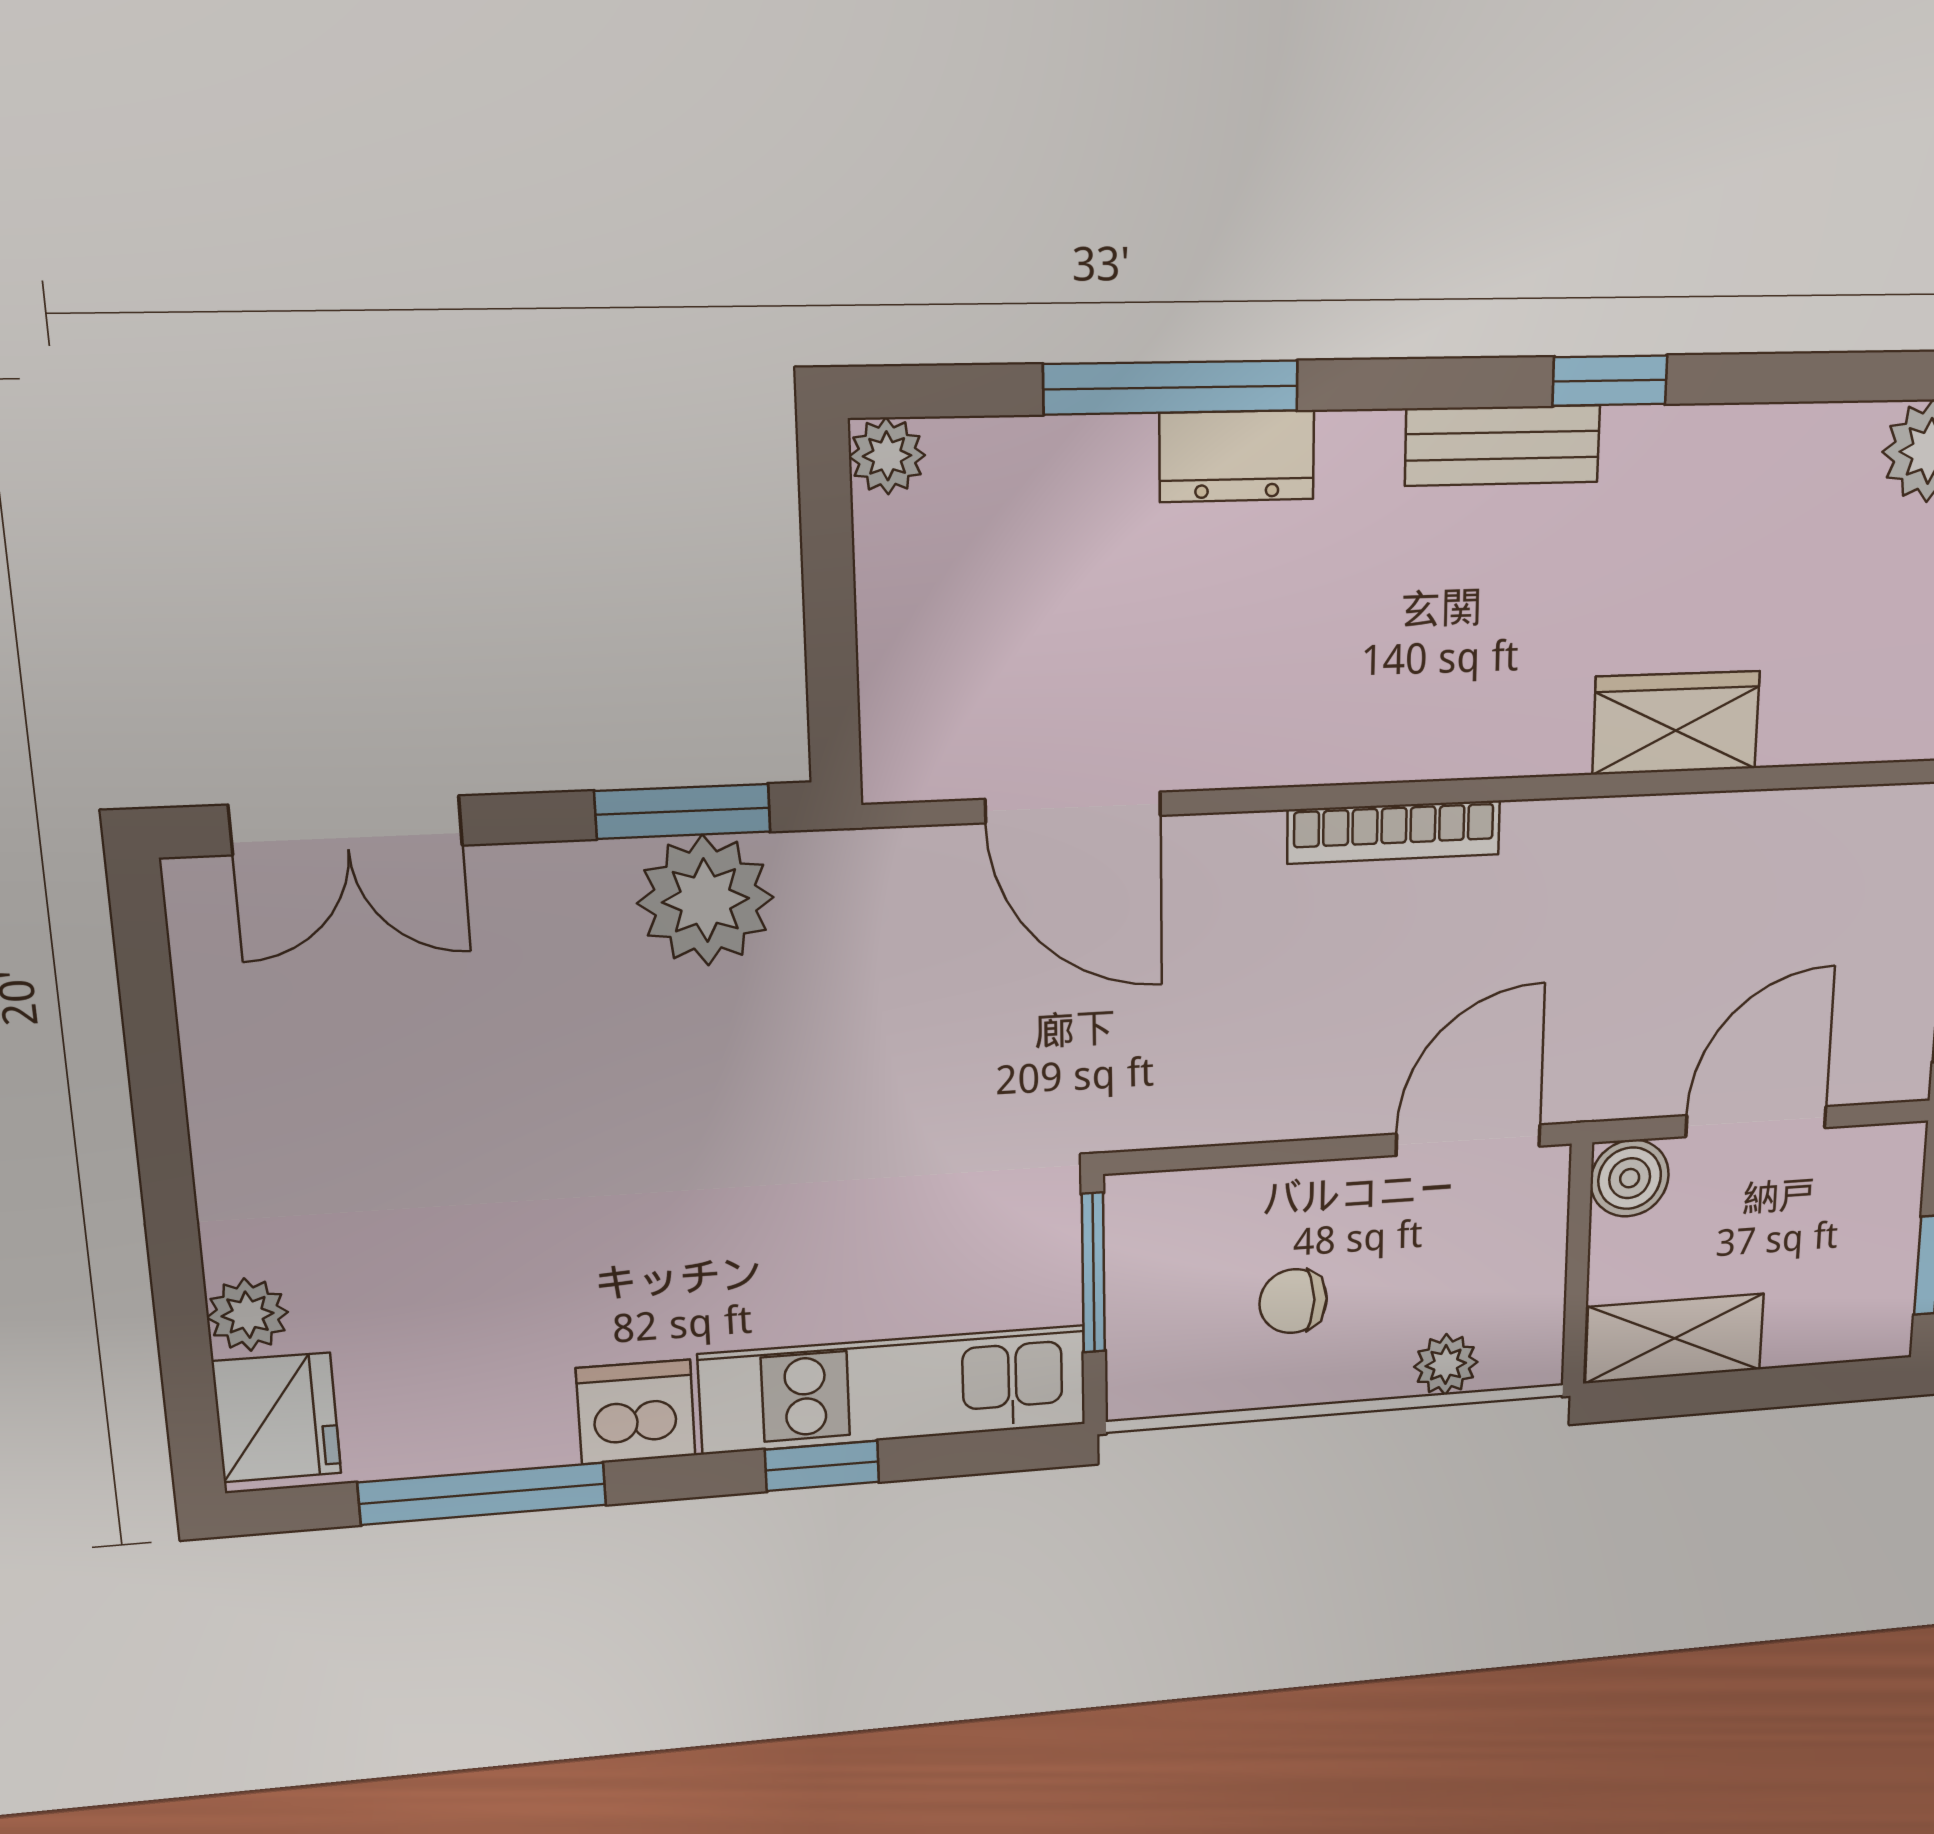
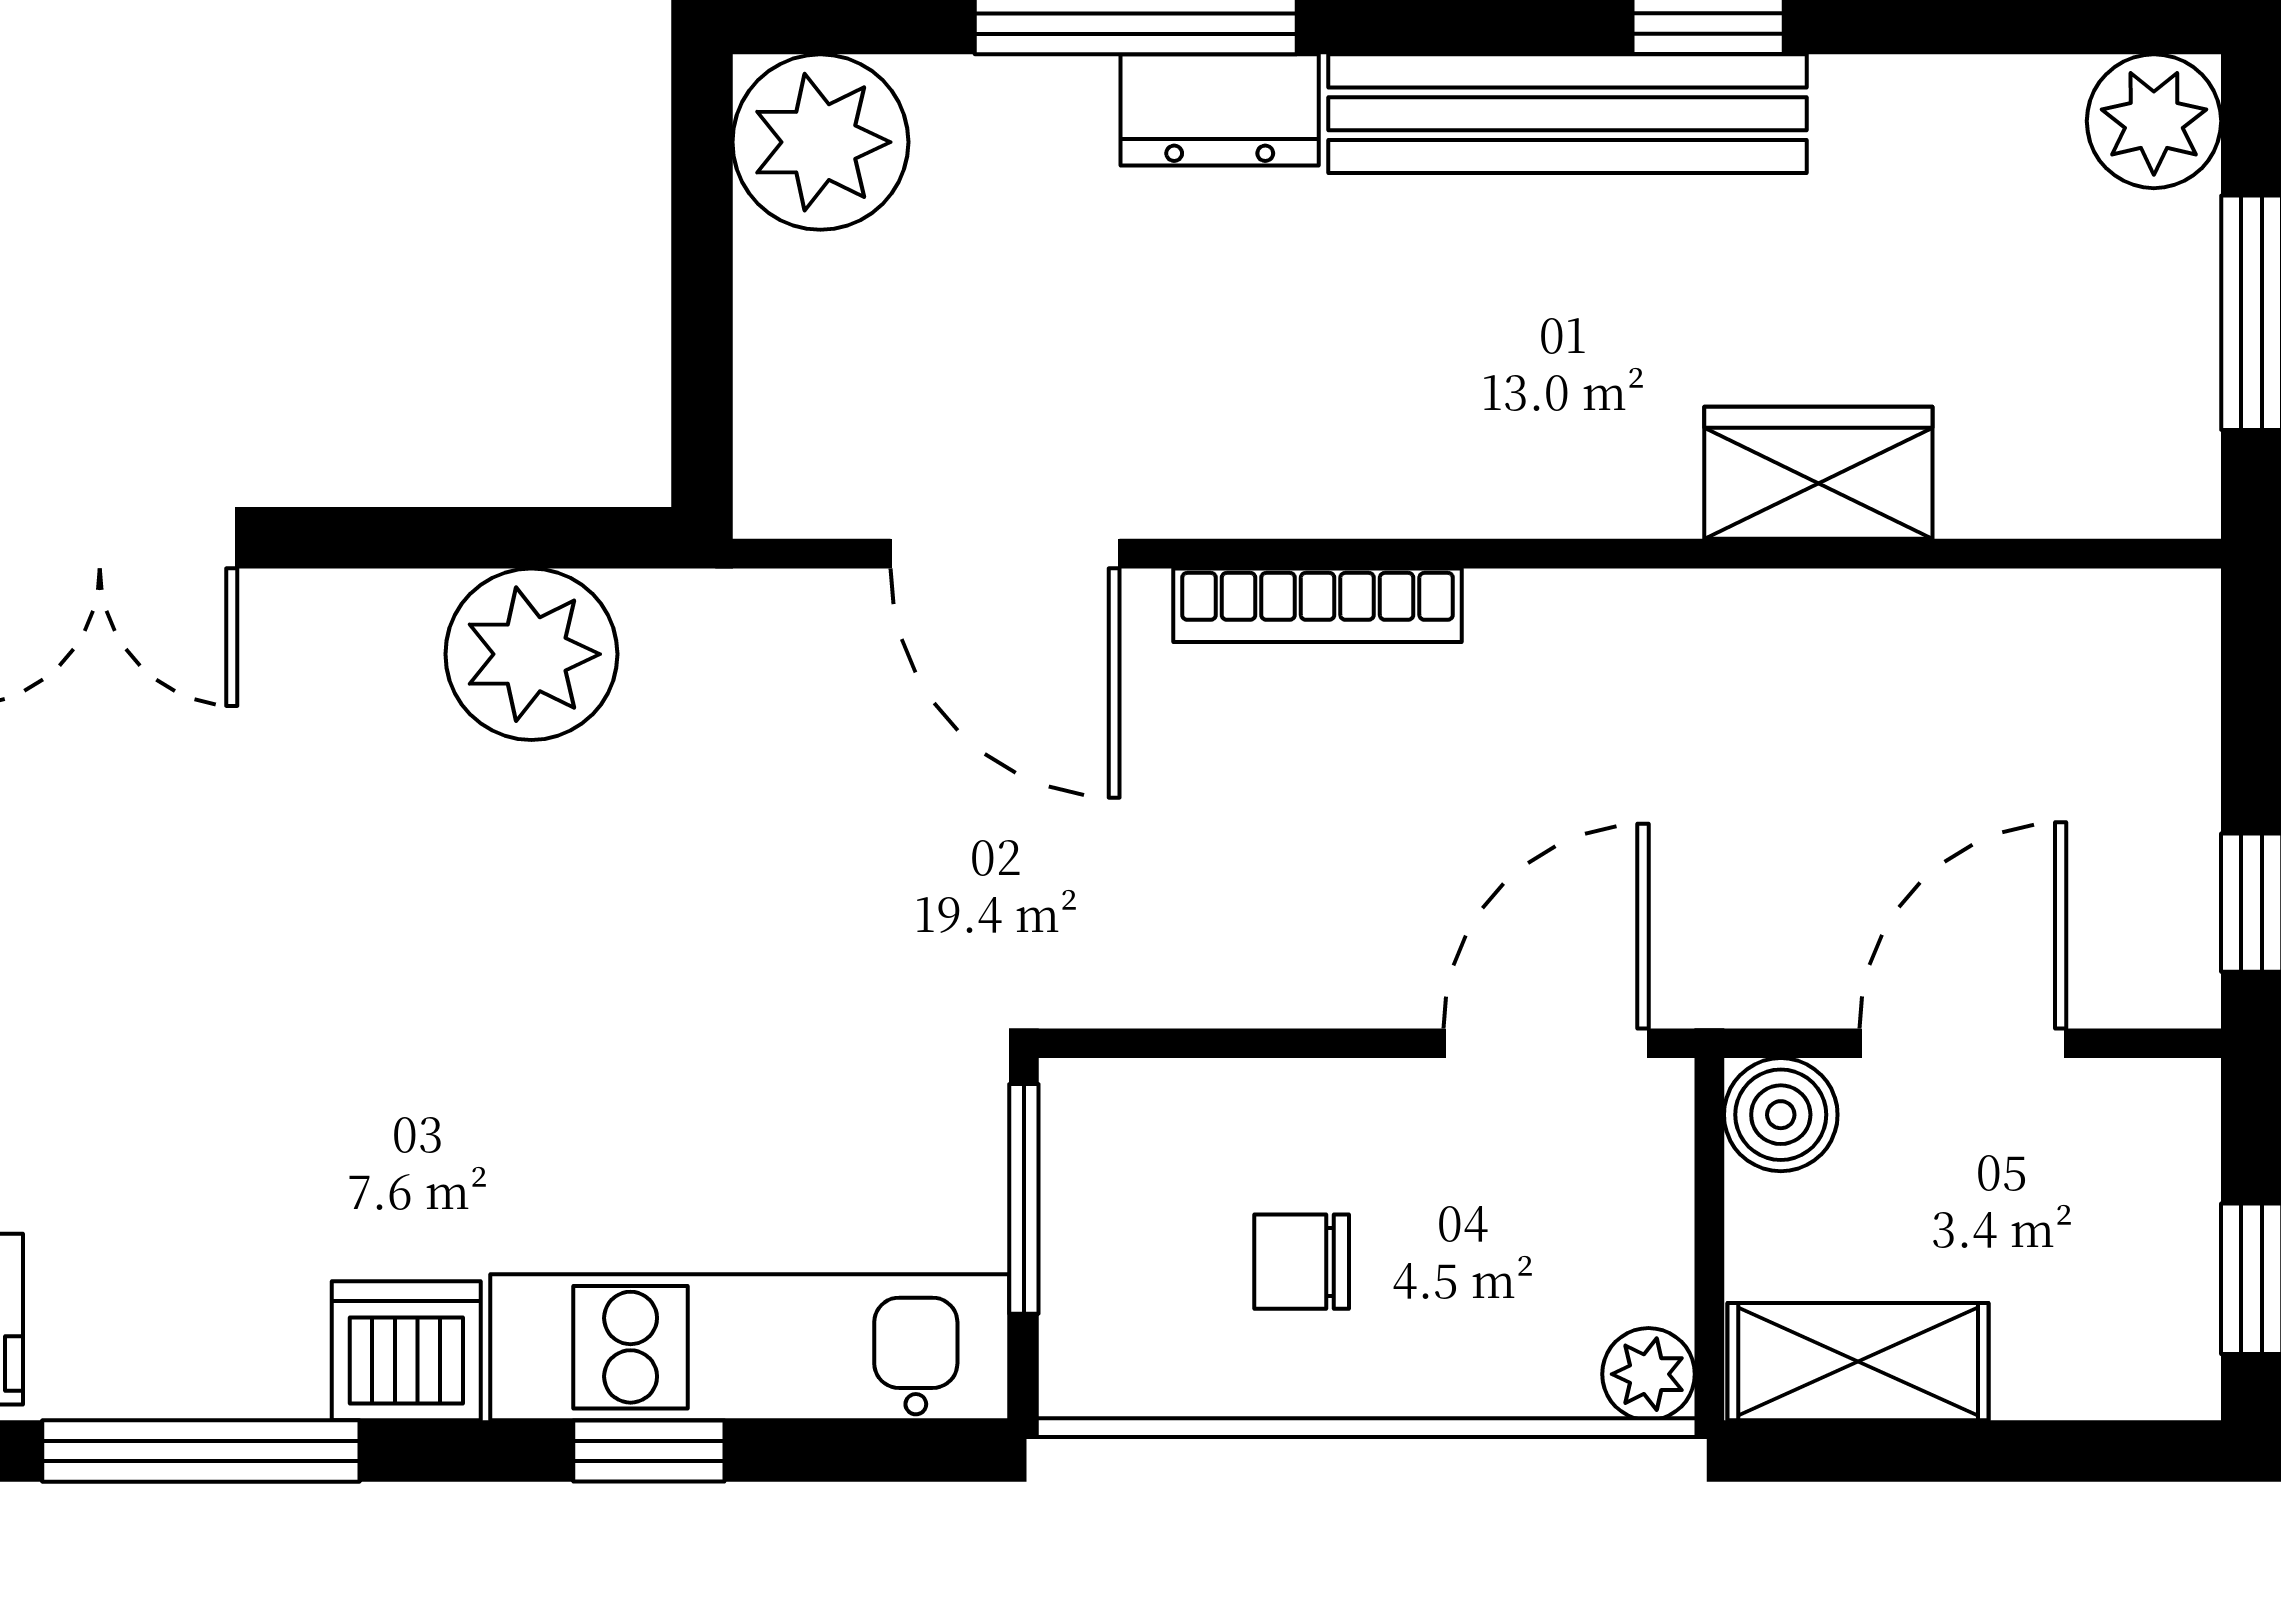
bench: (1503, 446) -> (1568, 114), width x1.86, depth x1.21
plant: (887, 456) -> (820, 142), width x1.88, depth x1.88
window: (683, 811) -> (509, 538), removed
bookcase: (1394, 832) -> (1318, 605), moved
plant: (1446, 1364) -> (1648, 1374), moved

